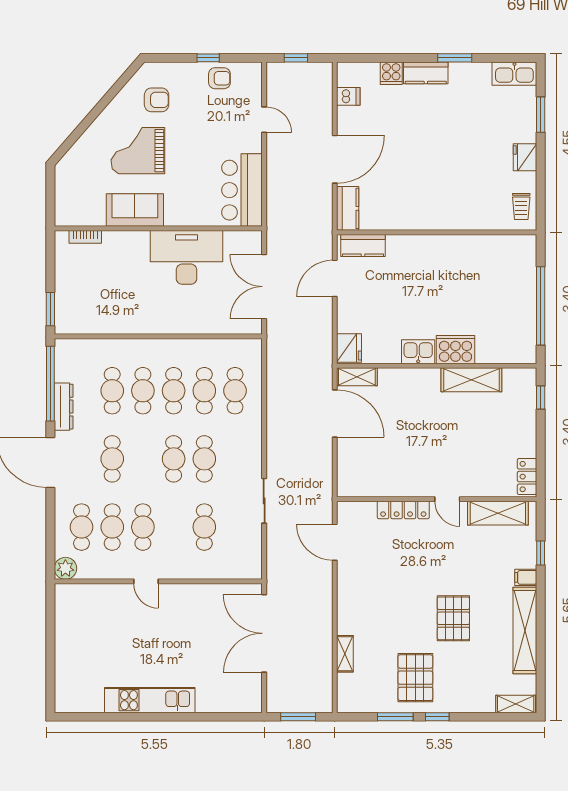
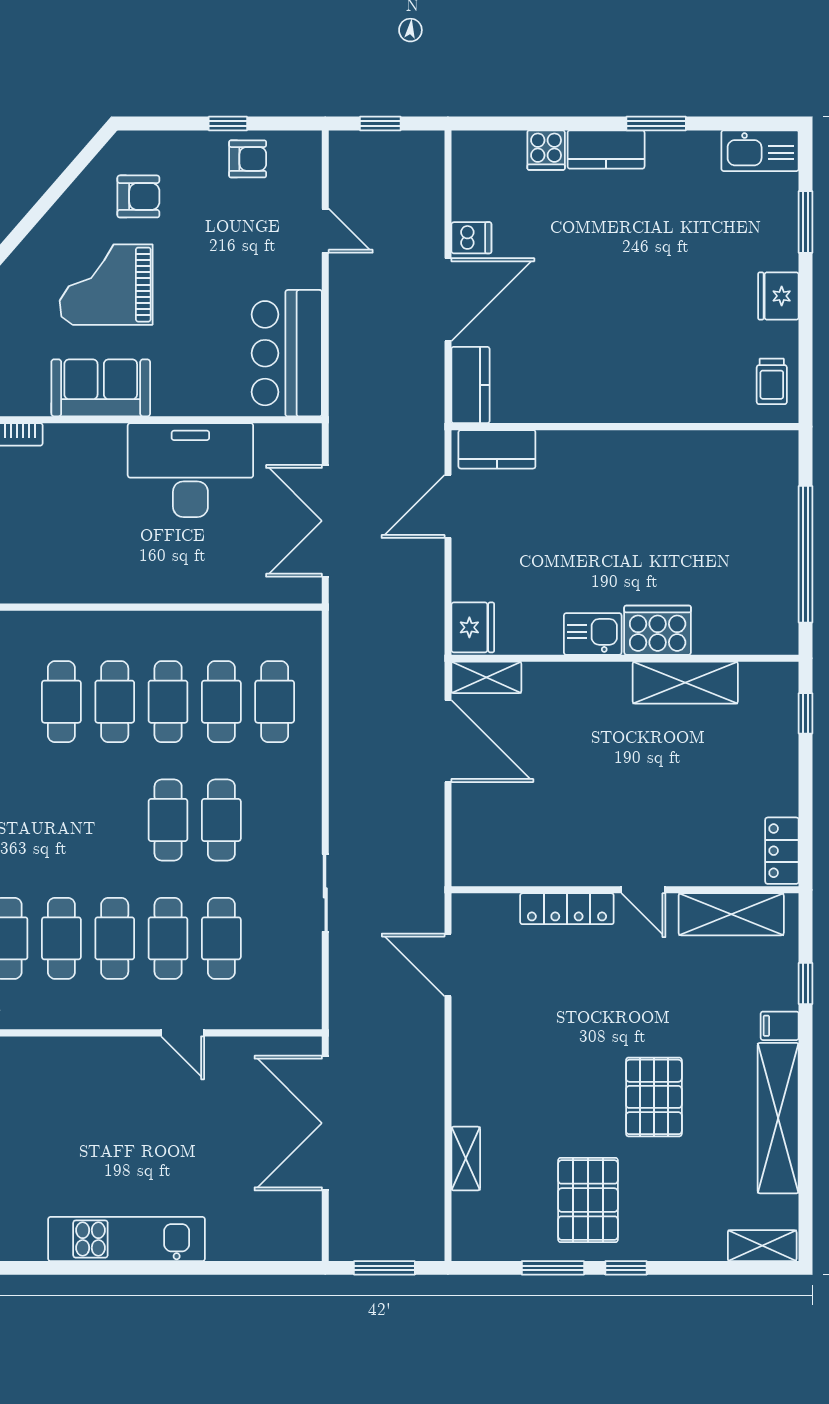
dishwasher: (348, 96) -> (471, 238), moved
cafe table: (112, 459) -> (168, 938), moved
door: (146, 581) -> (183, 1033), moved

